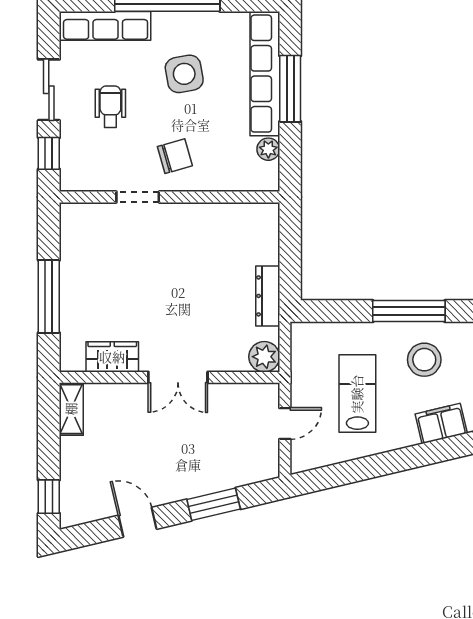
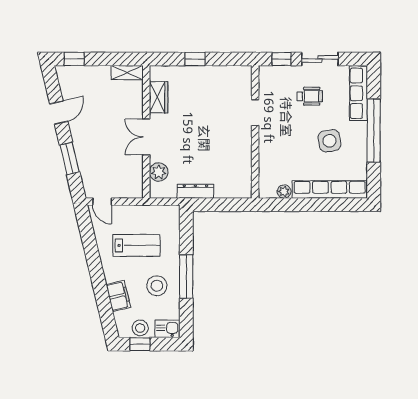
window: (290, 89) -> (321, 205), removed
chair: (175, 156) -> (280, 135), removed
window: (49, 297) -> (195, 59), width x0.46
plant: (264, 357) -> (159, 172), moved
door: (285, 423) -> (102, 202), moved

